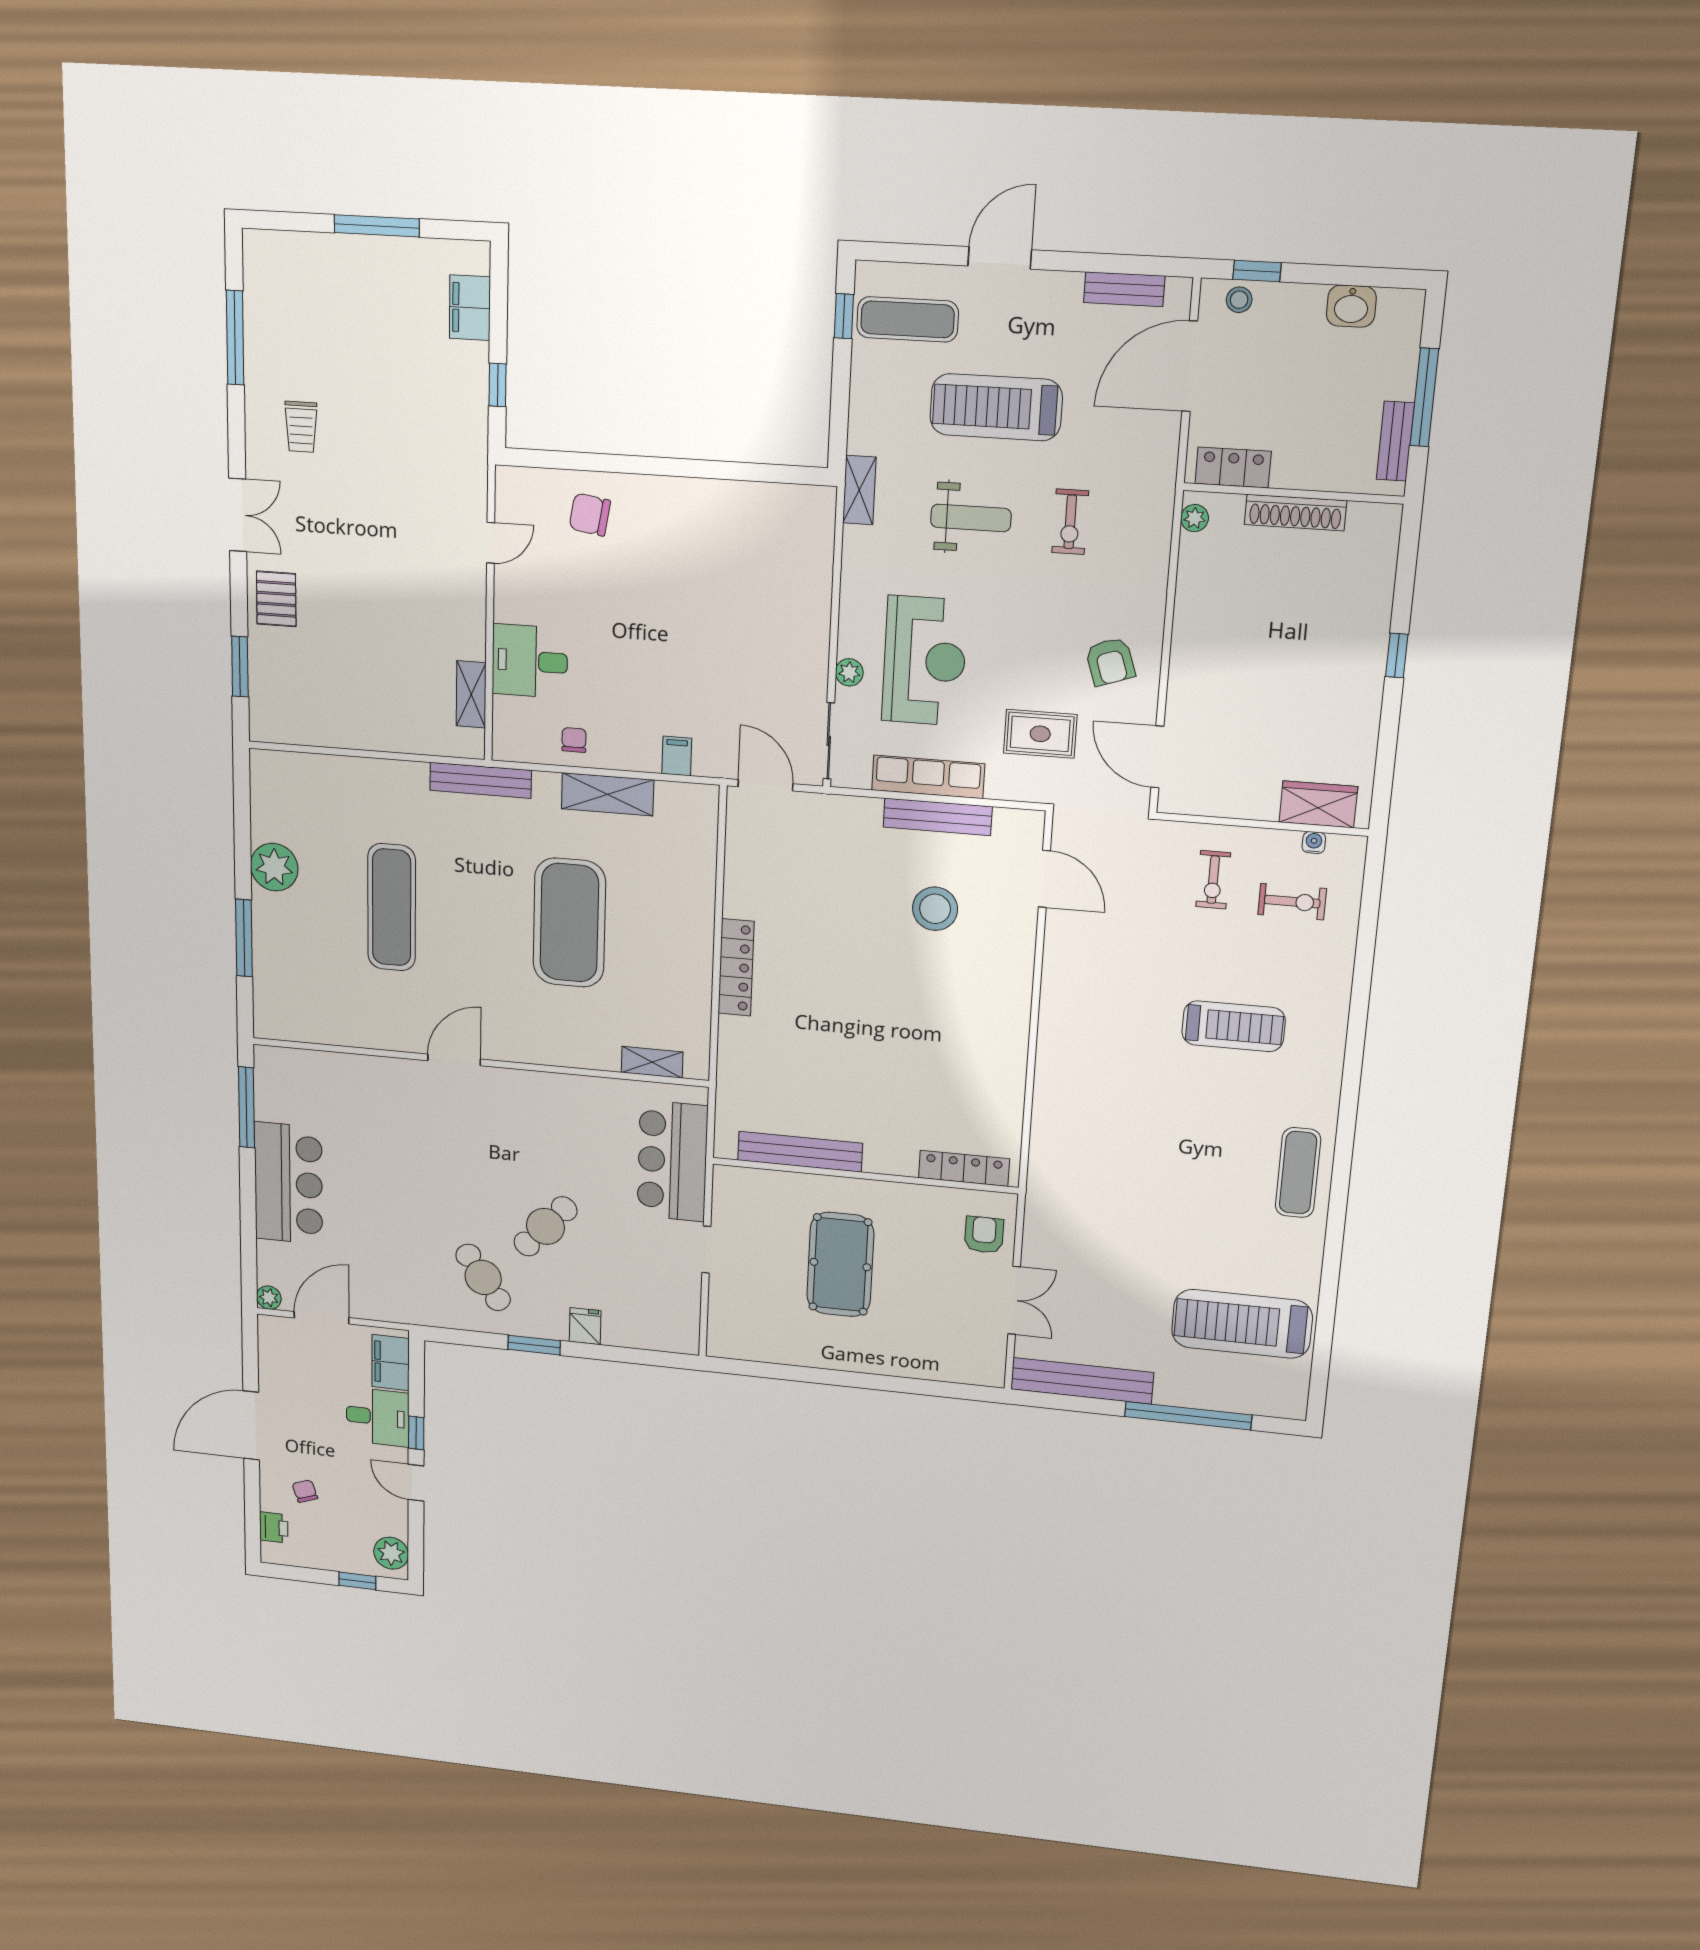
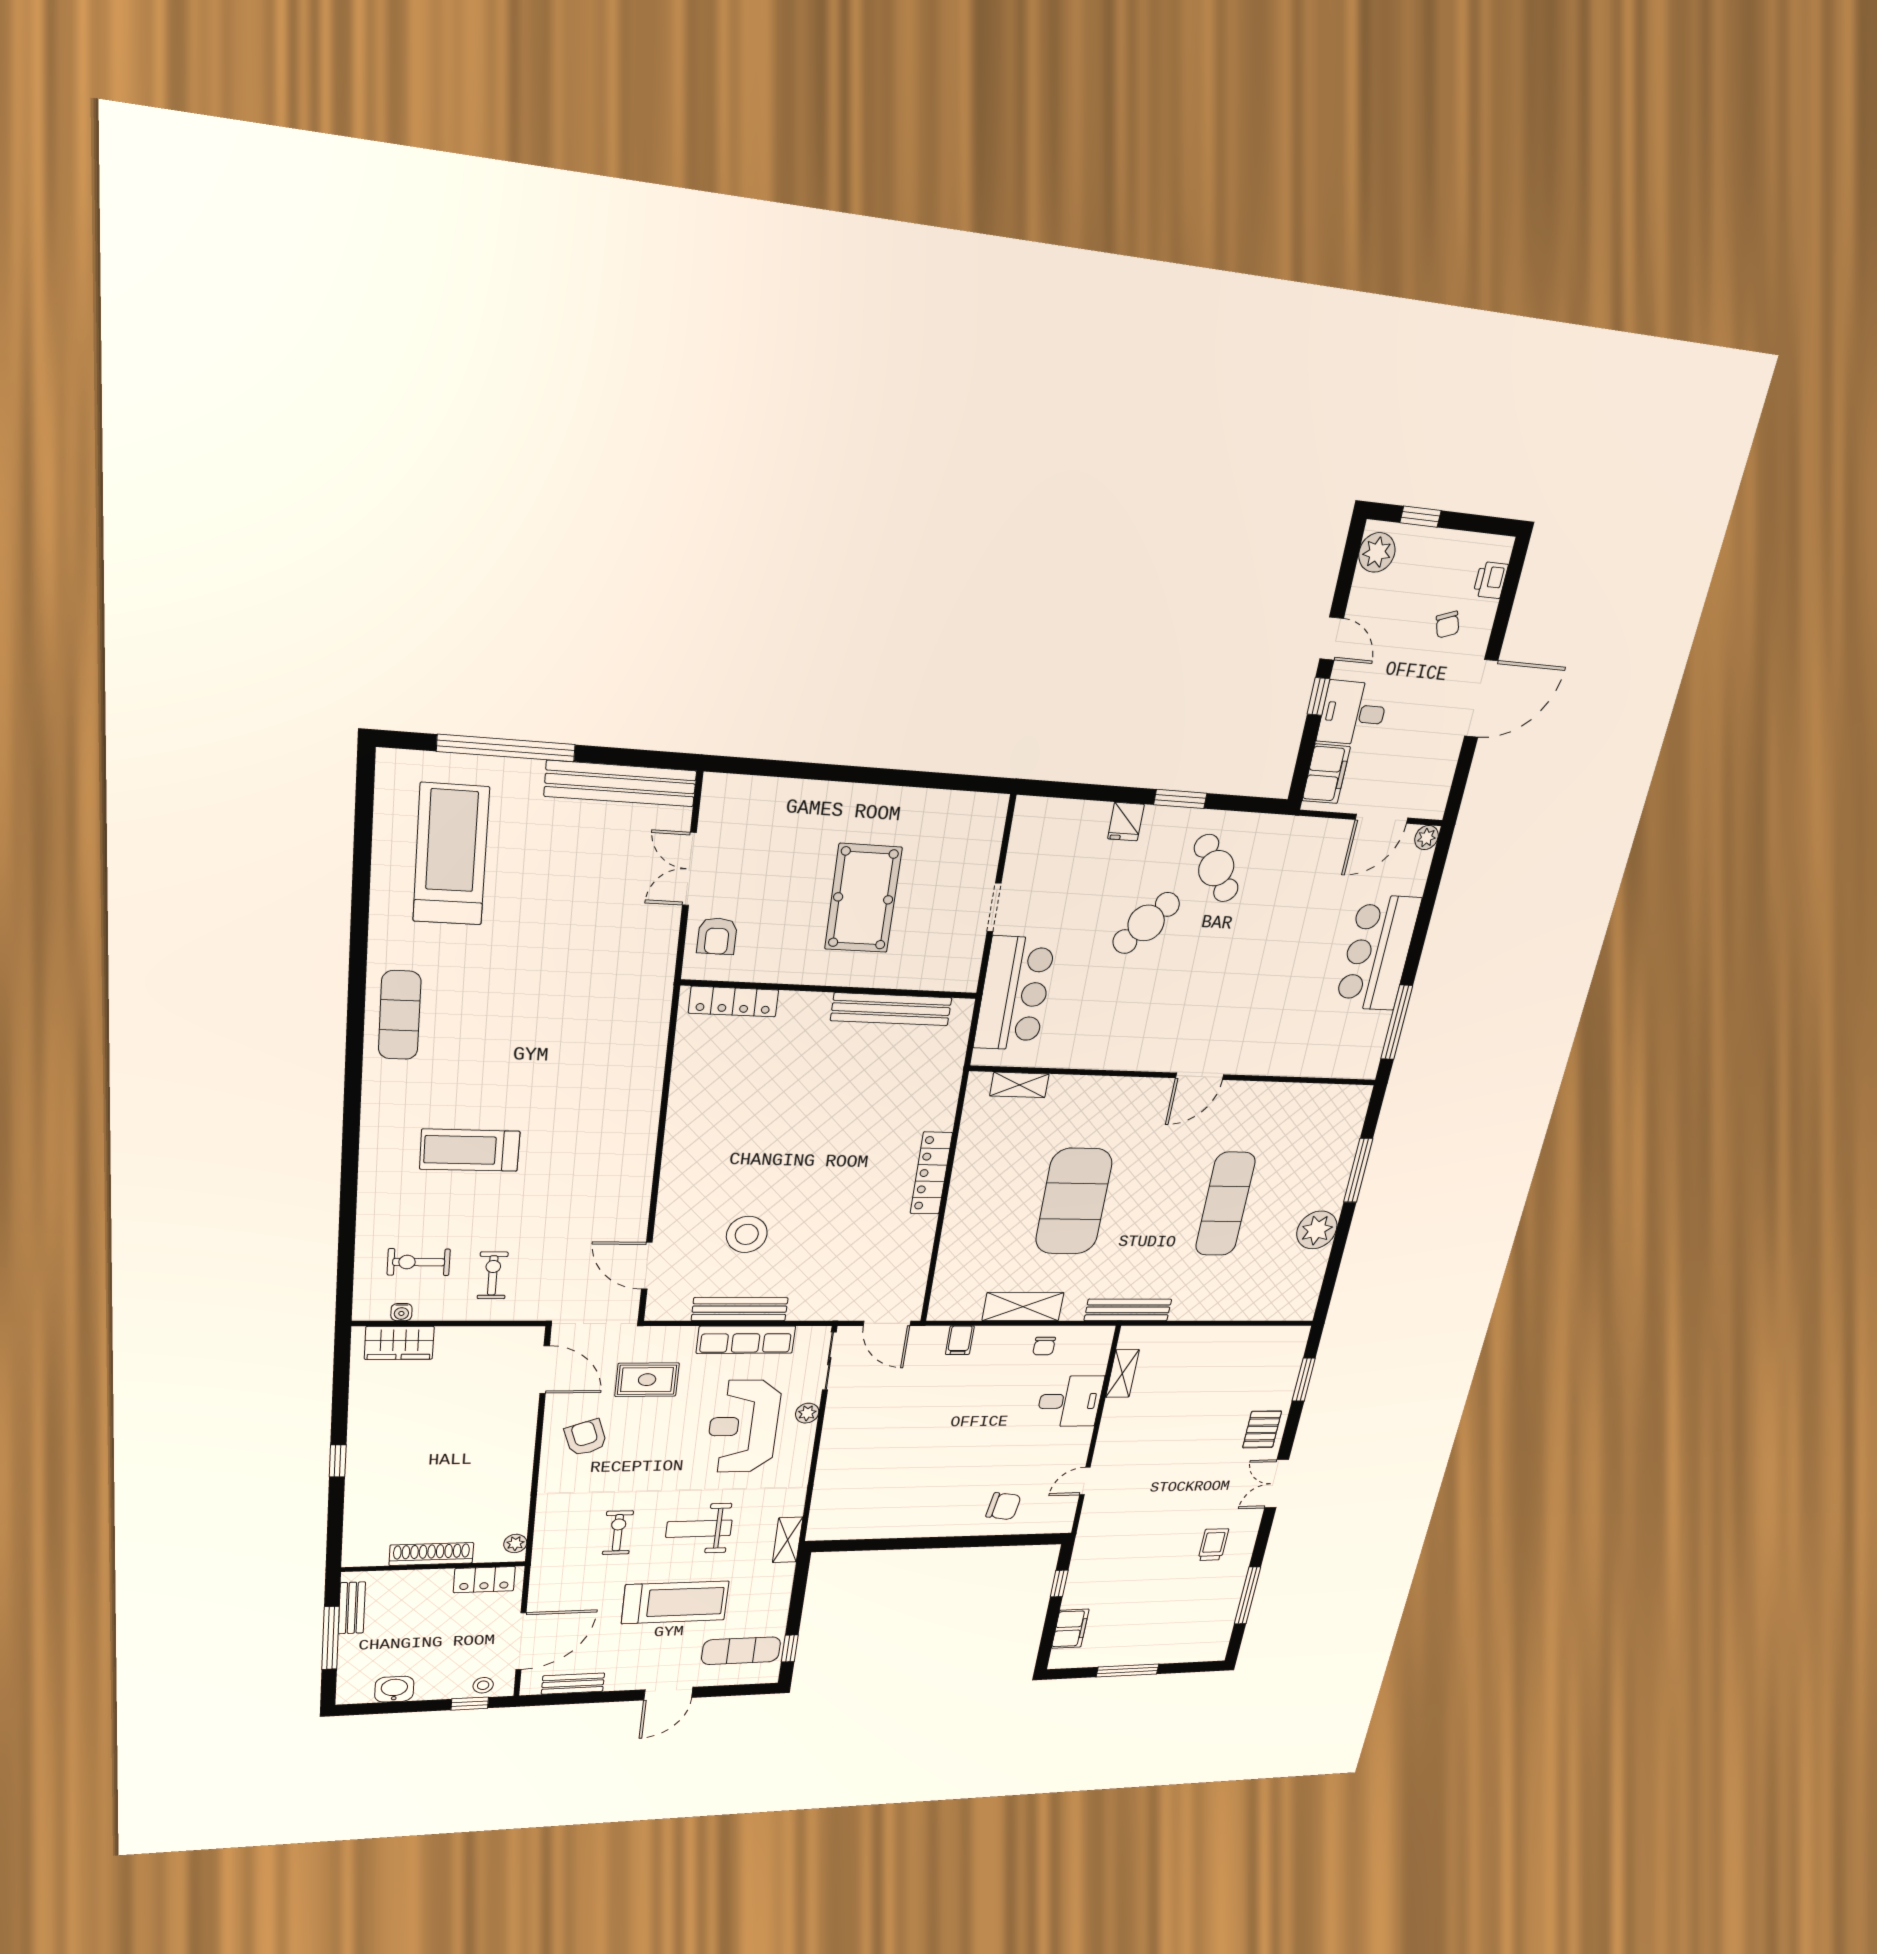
treadmill: (1242, 1324) -> (451, 854), turned -90

